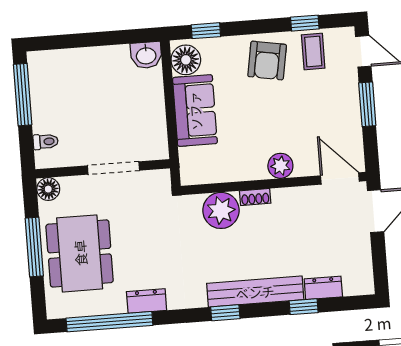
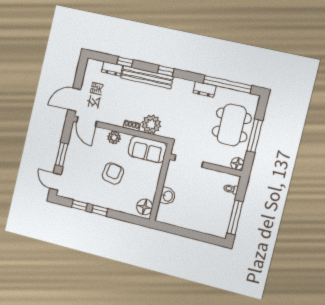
window: (206, 31) -> (100, 211), moved
coffee table: (313, 51) -> (80, 190), removed
washbasin: (146, 55) -> (168, 196), moved, turned 90
armchair: (267, 61) -> (113, 173), moved
sofa: (195, 111) -> (147, 149), moved, turned -90
doorway: (113, 168) -> (189, 161), moved

